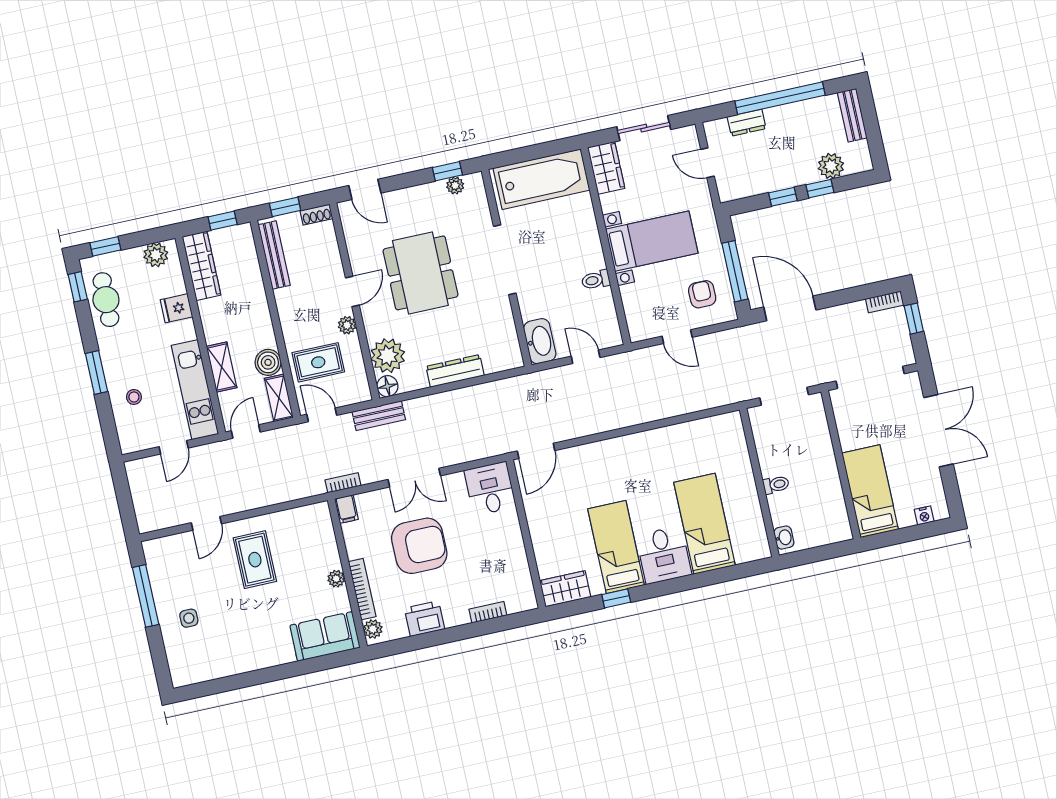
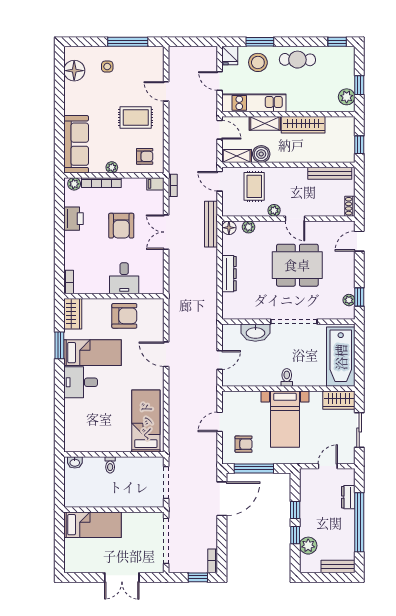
window: (285, 207) -> (359, 187), removed
window: (105, 246) -> (359, 85), moved
wardrobe: (202, 266) -> (303, 125), moved
toilet: (596, 280) -> (287, 377), moved
cafe table: (106, 300) -> (297, 60), moved
fridge: (176, 308) -> (230, 56), moved, turned 180
washbasin: (540, 341) -> (255, 333), moved
plant: (388, 356) -> (249, 227), width x0.53, depth x0.53
window: (96, 373) -> (260, 42), moved
stool: (134, 397) -> (258, 62), width x1.89, depth x1.89
door: (322, 415) -> (220, 181), swing flipped
bench: (379, 416) -> (211, 224), width x1.36
double door: (938, 431) -> (122, 577), width x0.73
door: (536, 451) -> (166, 354), moved
desk: (490, 489) -> (124, 278), moved, turned 90
armchair: (551, 512) -> (124, 316), added
nightstand: (924, 515) -> (69, 556), removed
bed: (704, 524) -> (146, 421), moved, turned -90
armchair: (309, 534) -> (145, 156), added
armchair: (419, 546) -> (121, 226), width x0.73, depth x0.73
window: (616, 598) -> (59, 345), width x1.50
bookcase: (488, 612) -> (69, 282), moved
sofa: (325, 636) -> (76, 144), width x1.36
floor lamp: (206, 666) -> (74, 71), added

